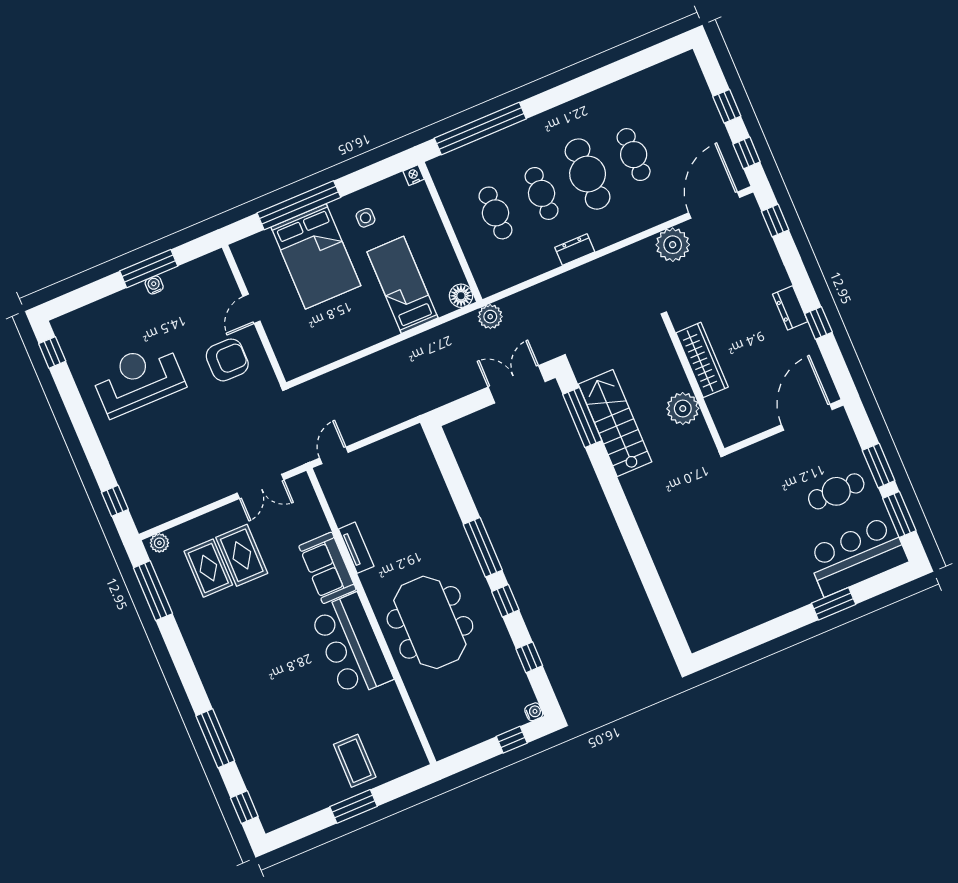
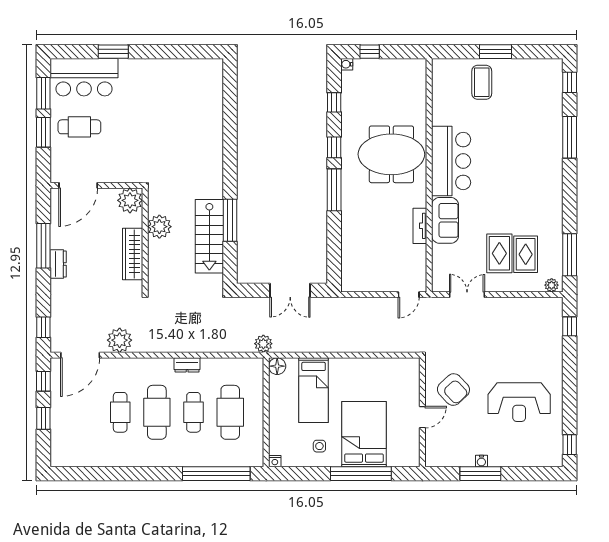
cafe table: (495, 213) -> (230, 412), width x1.37, depth x1.35
window: (818, 323) -> (43, 246), width x2.17
armchair: (227, 360) -> (453, 390), turned -133
double door: (517, 384) -> (290, 290), moved
window: (582, 417) -> (230, 220), moved
plant: (734, 426) -> (130, 200), added
meeting table: (430, 622) -> (391, 154), turned 90

